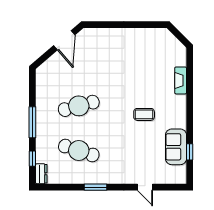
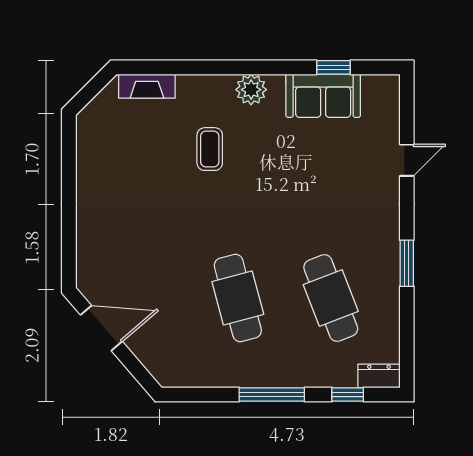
fireplace: (181, 80) -> (147, 86), moved
plant: (179, 112) -> (251, 90), added
coffee table: (144, 114) -> (210, 149), moved
cafe table: (79, 151) -> (331, 298), turned -39

